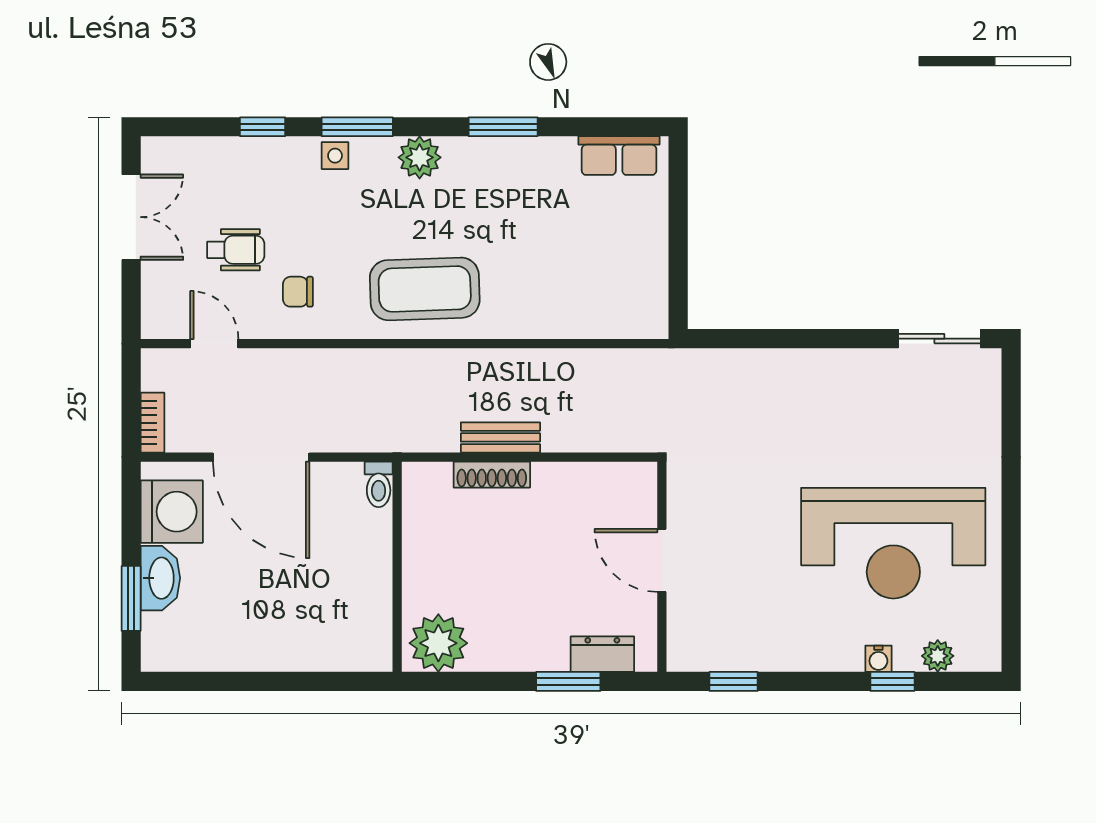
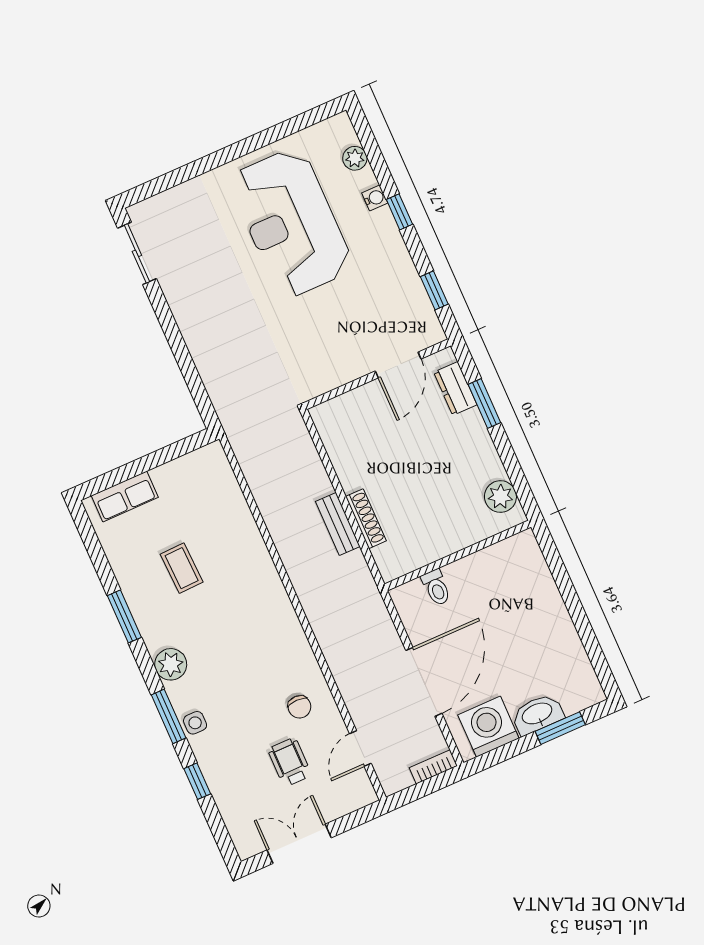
row of seats: (619, 156) -> (125, 496), moved, turned 90
coffee table: (425, 289) -> (182, 568), moved, width x0.54, depth x0.58
toilet: (379, 484) -> (436, 588), moved, turned 90
reception desk: (893, 543) -> (291, 223), turned 180
door: (662, 560) -> (398, 365), moved
plant: (438, 643) -> (500, 497), width x0.73, depth x0.73
window: (892, 681) -> (399, 212), moved

